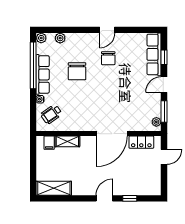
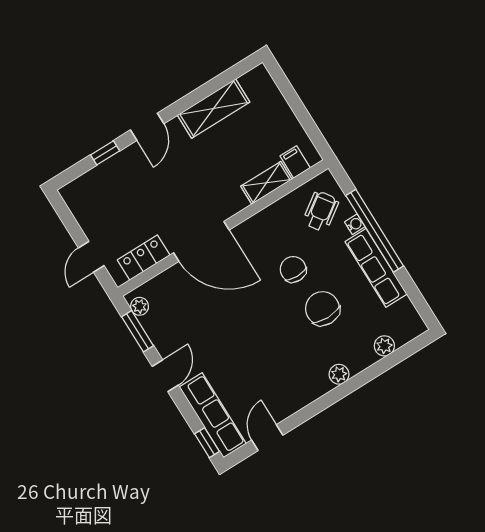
door: (107, 30) -> (267, 438), moved
plant: (41, 38) -> (339, 374), moved
window: (164, 57) -> (207, 443), moved
chair: (108, 58) -> (293, 269), moved
window: (33, 65) -> (375, 231), moved
door: (112, 134) -> (201, 241), swing flipped
shelving: (54, 188) -> (213, 109), moved

